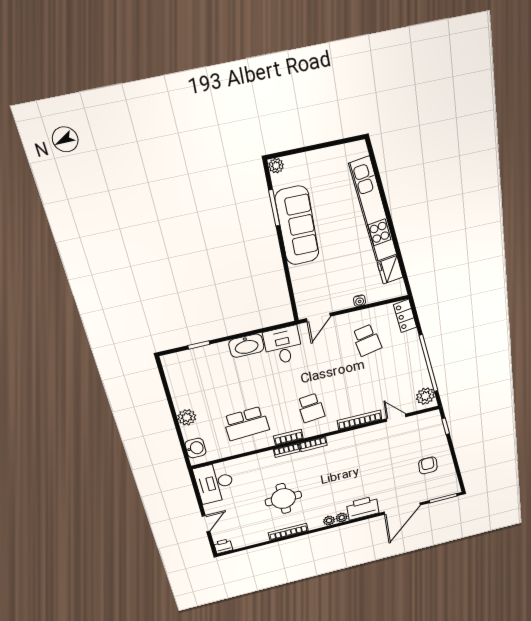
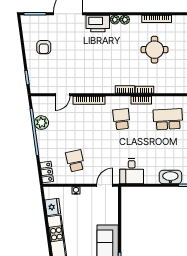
washbasin: (246, 346) -> (170, 177), moved
plant: (425, 396) -> (41, 123), moved
door: (396, 418) -> (63, 95), hinge flipped

